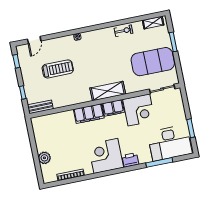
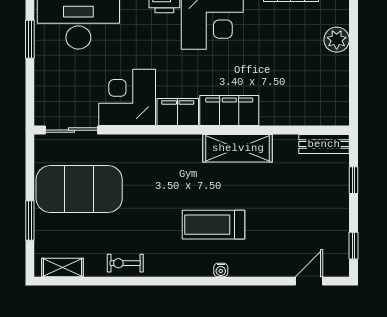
treadmill: (58, 69) -> (213, 225), moved
shelving: (108, 91) -> (238, 148), moved

